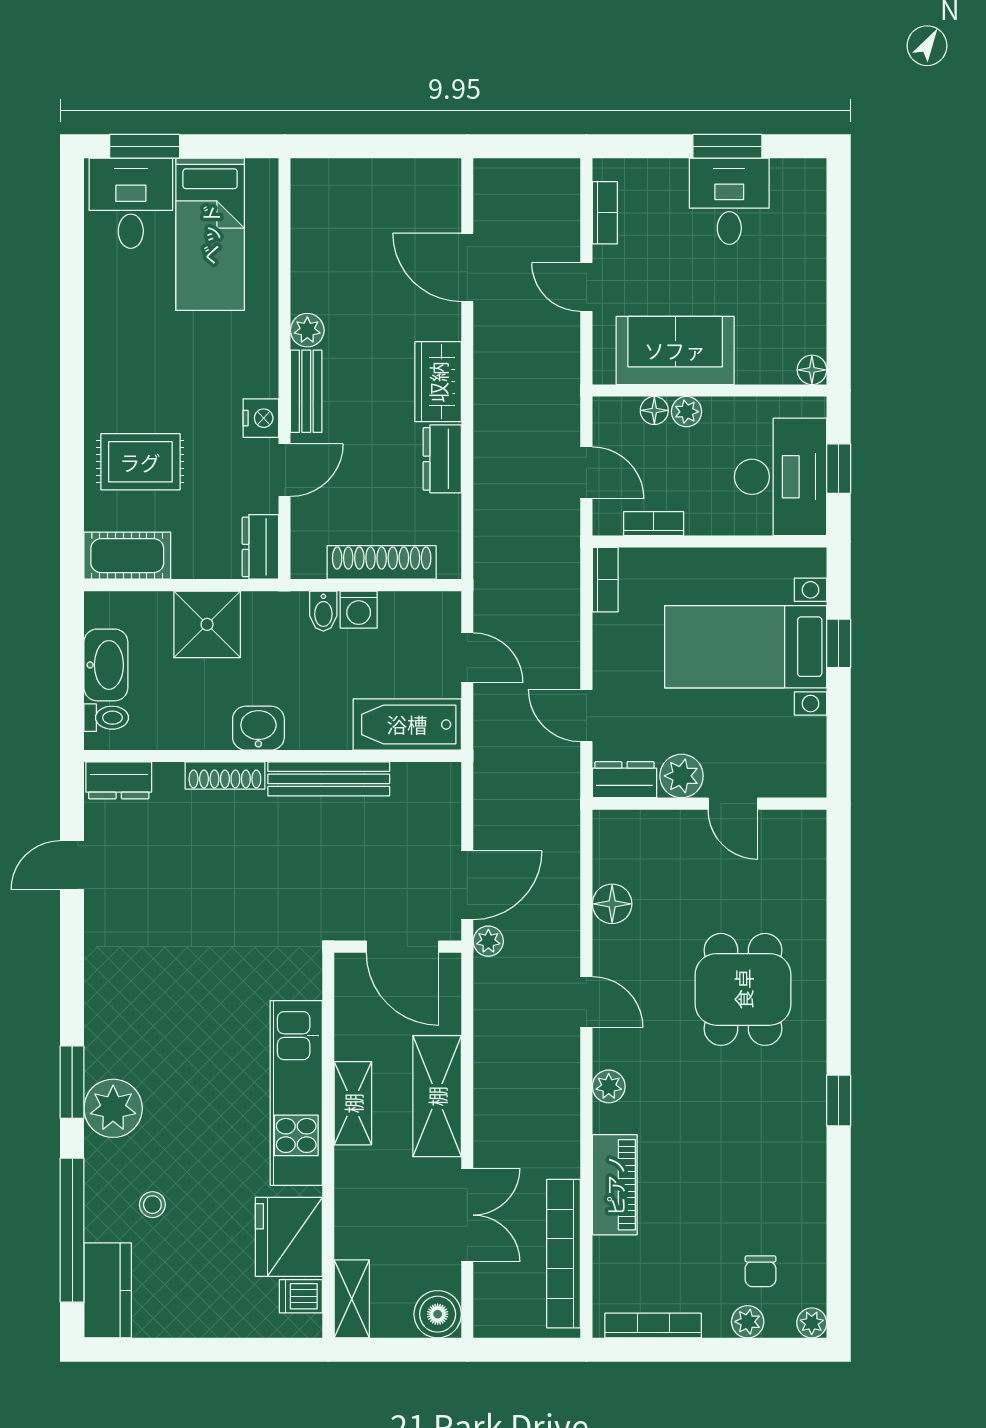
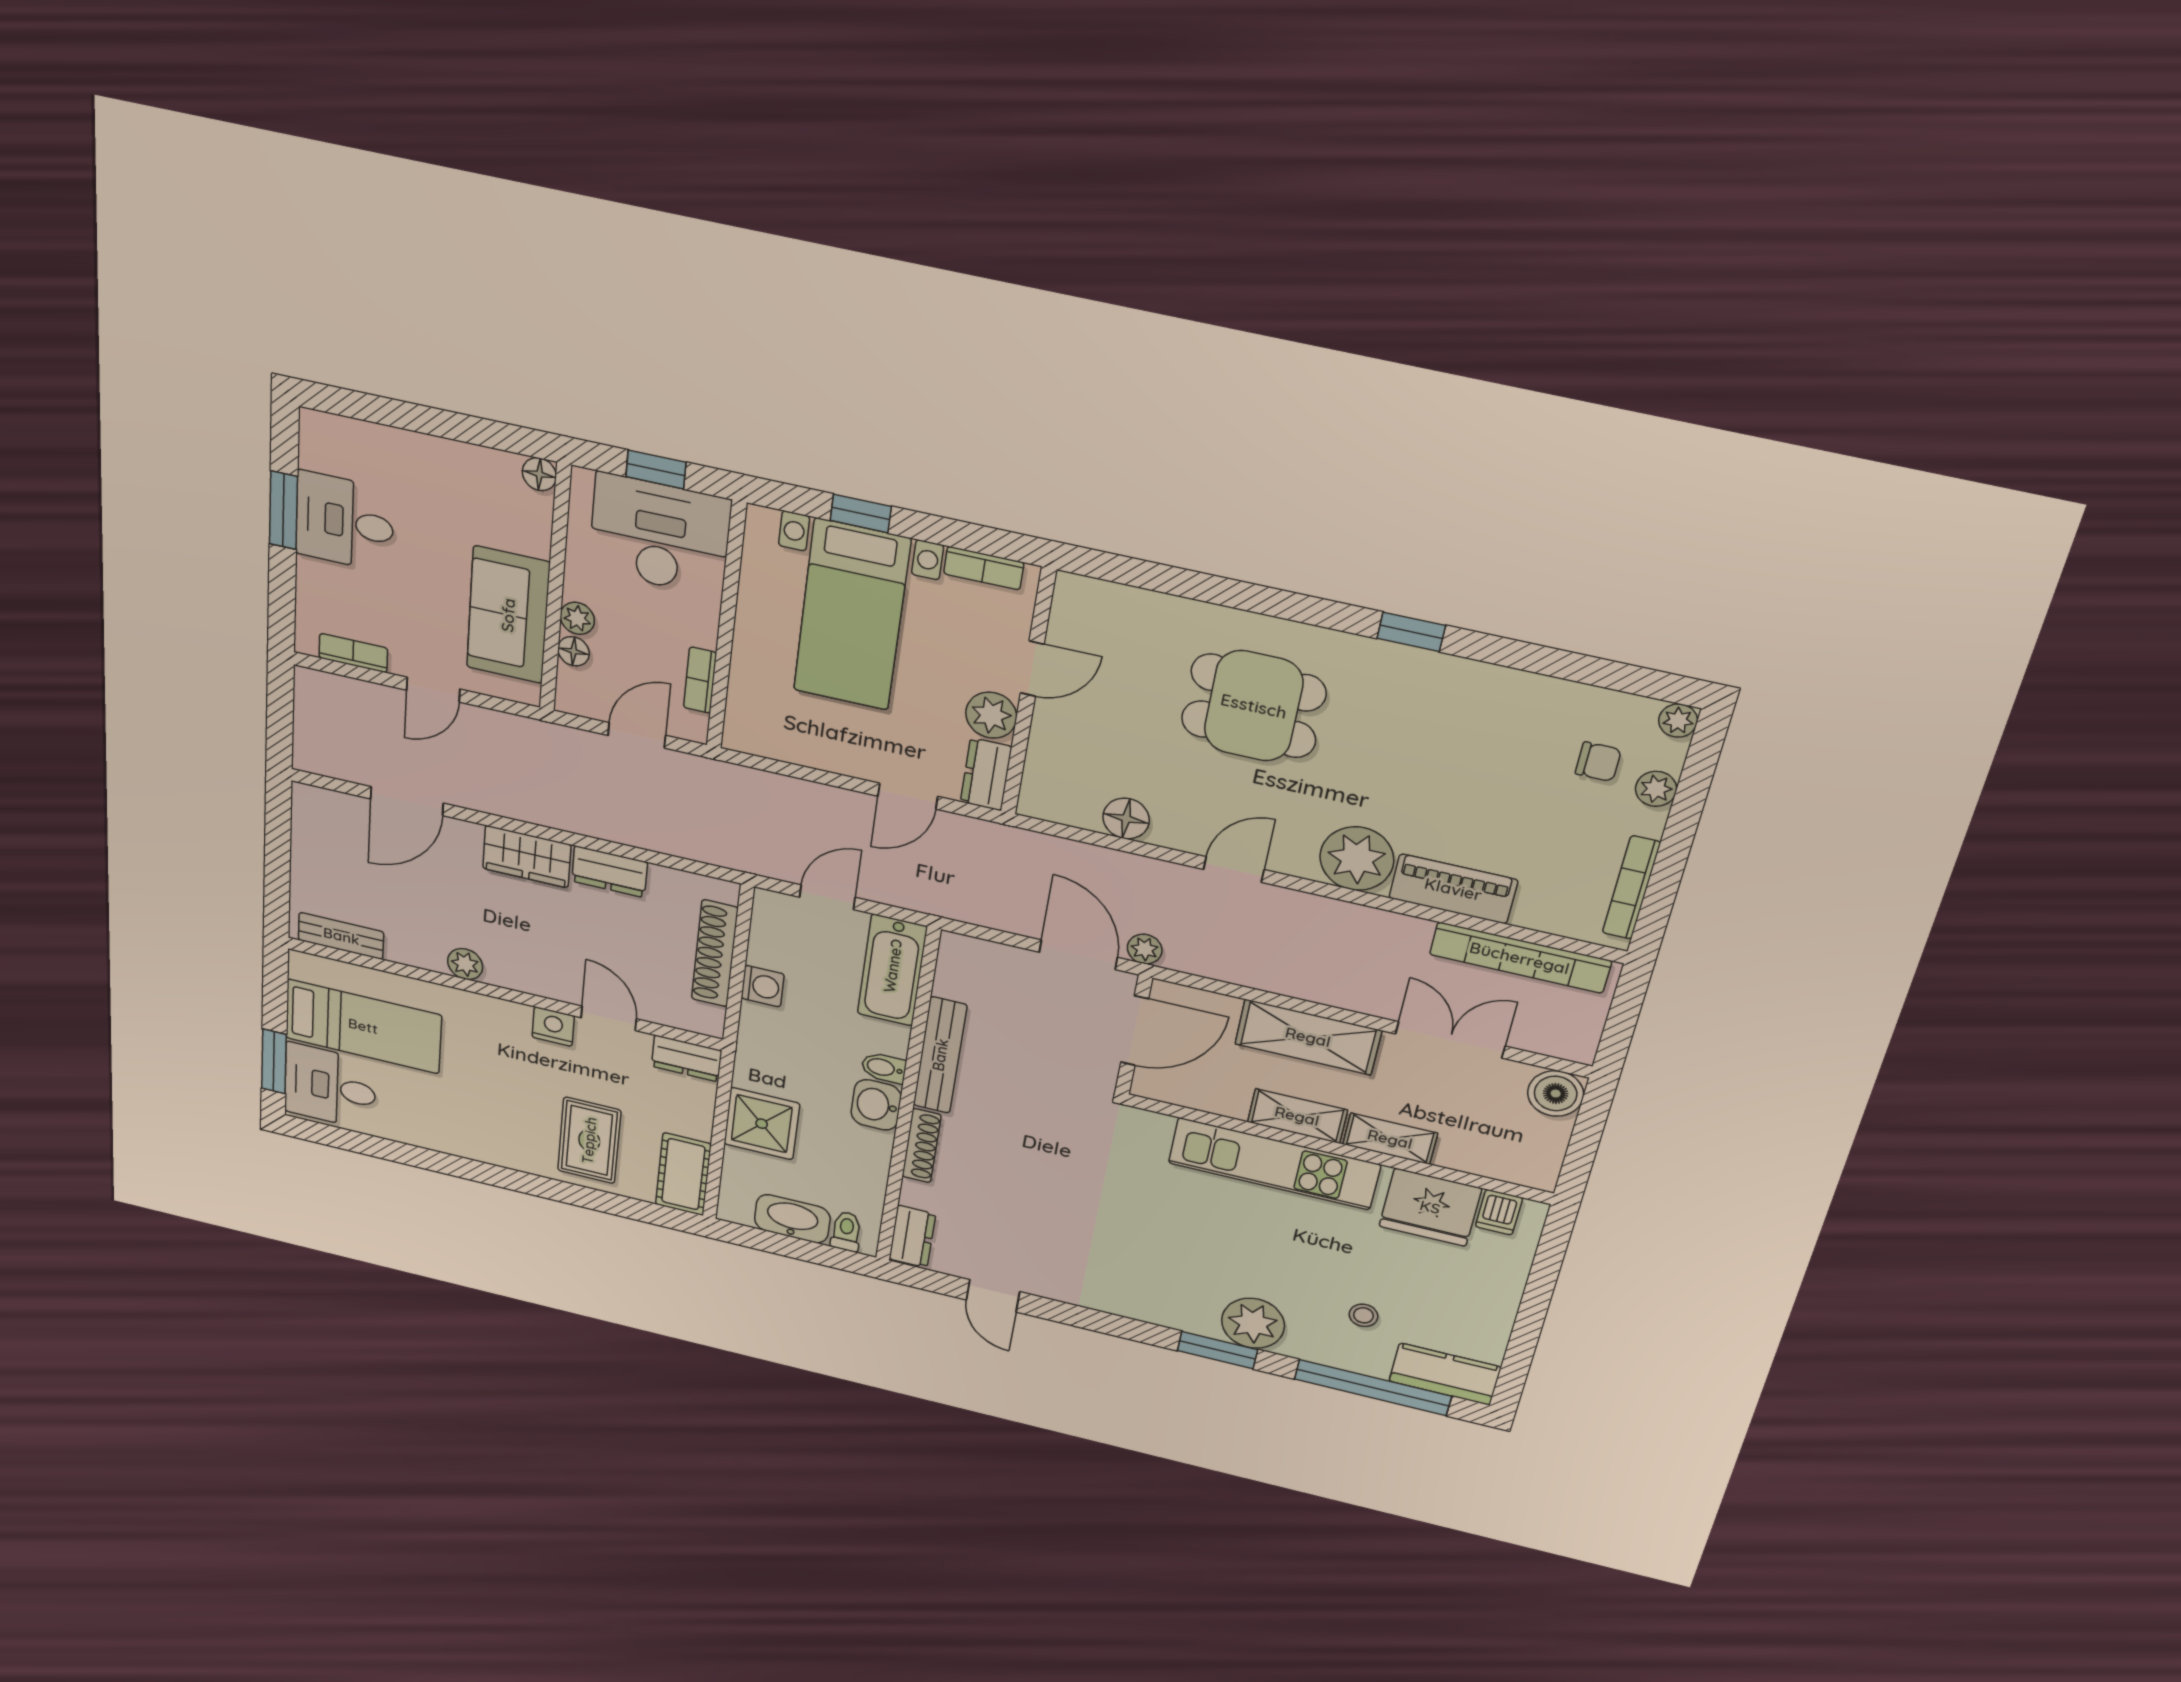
bench: (306, 391) -> (341, 936), moved
bookcase: (605, 580) -> (984, 568), moved, turned 180
bidet: (323, 611) -> (884, 1068), moved, turned 180
plant: (609, 1086) -> (1357, 859), width x1.87, depth x1.87
shelving: (352, 1299) -> (1390, 1139), moved

